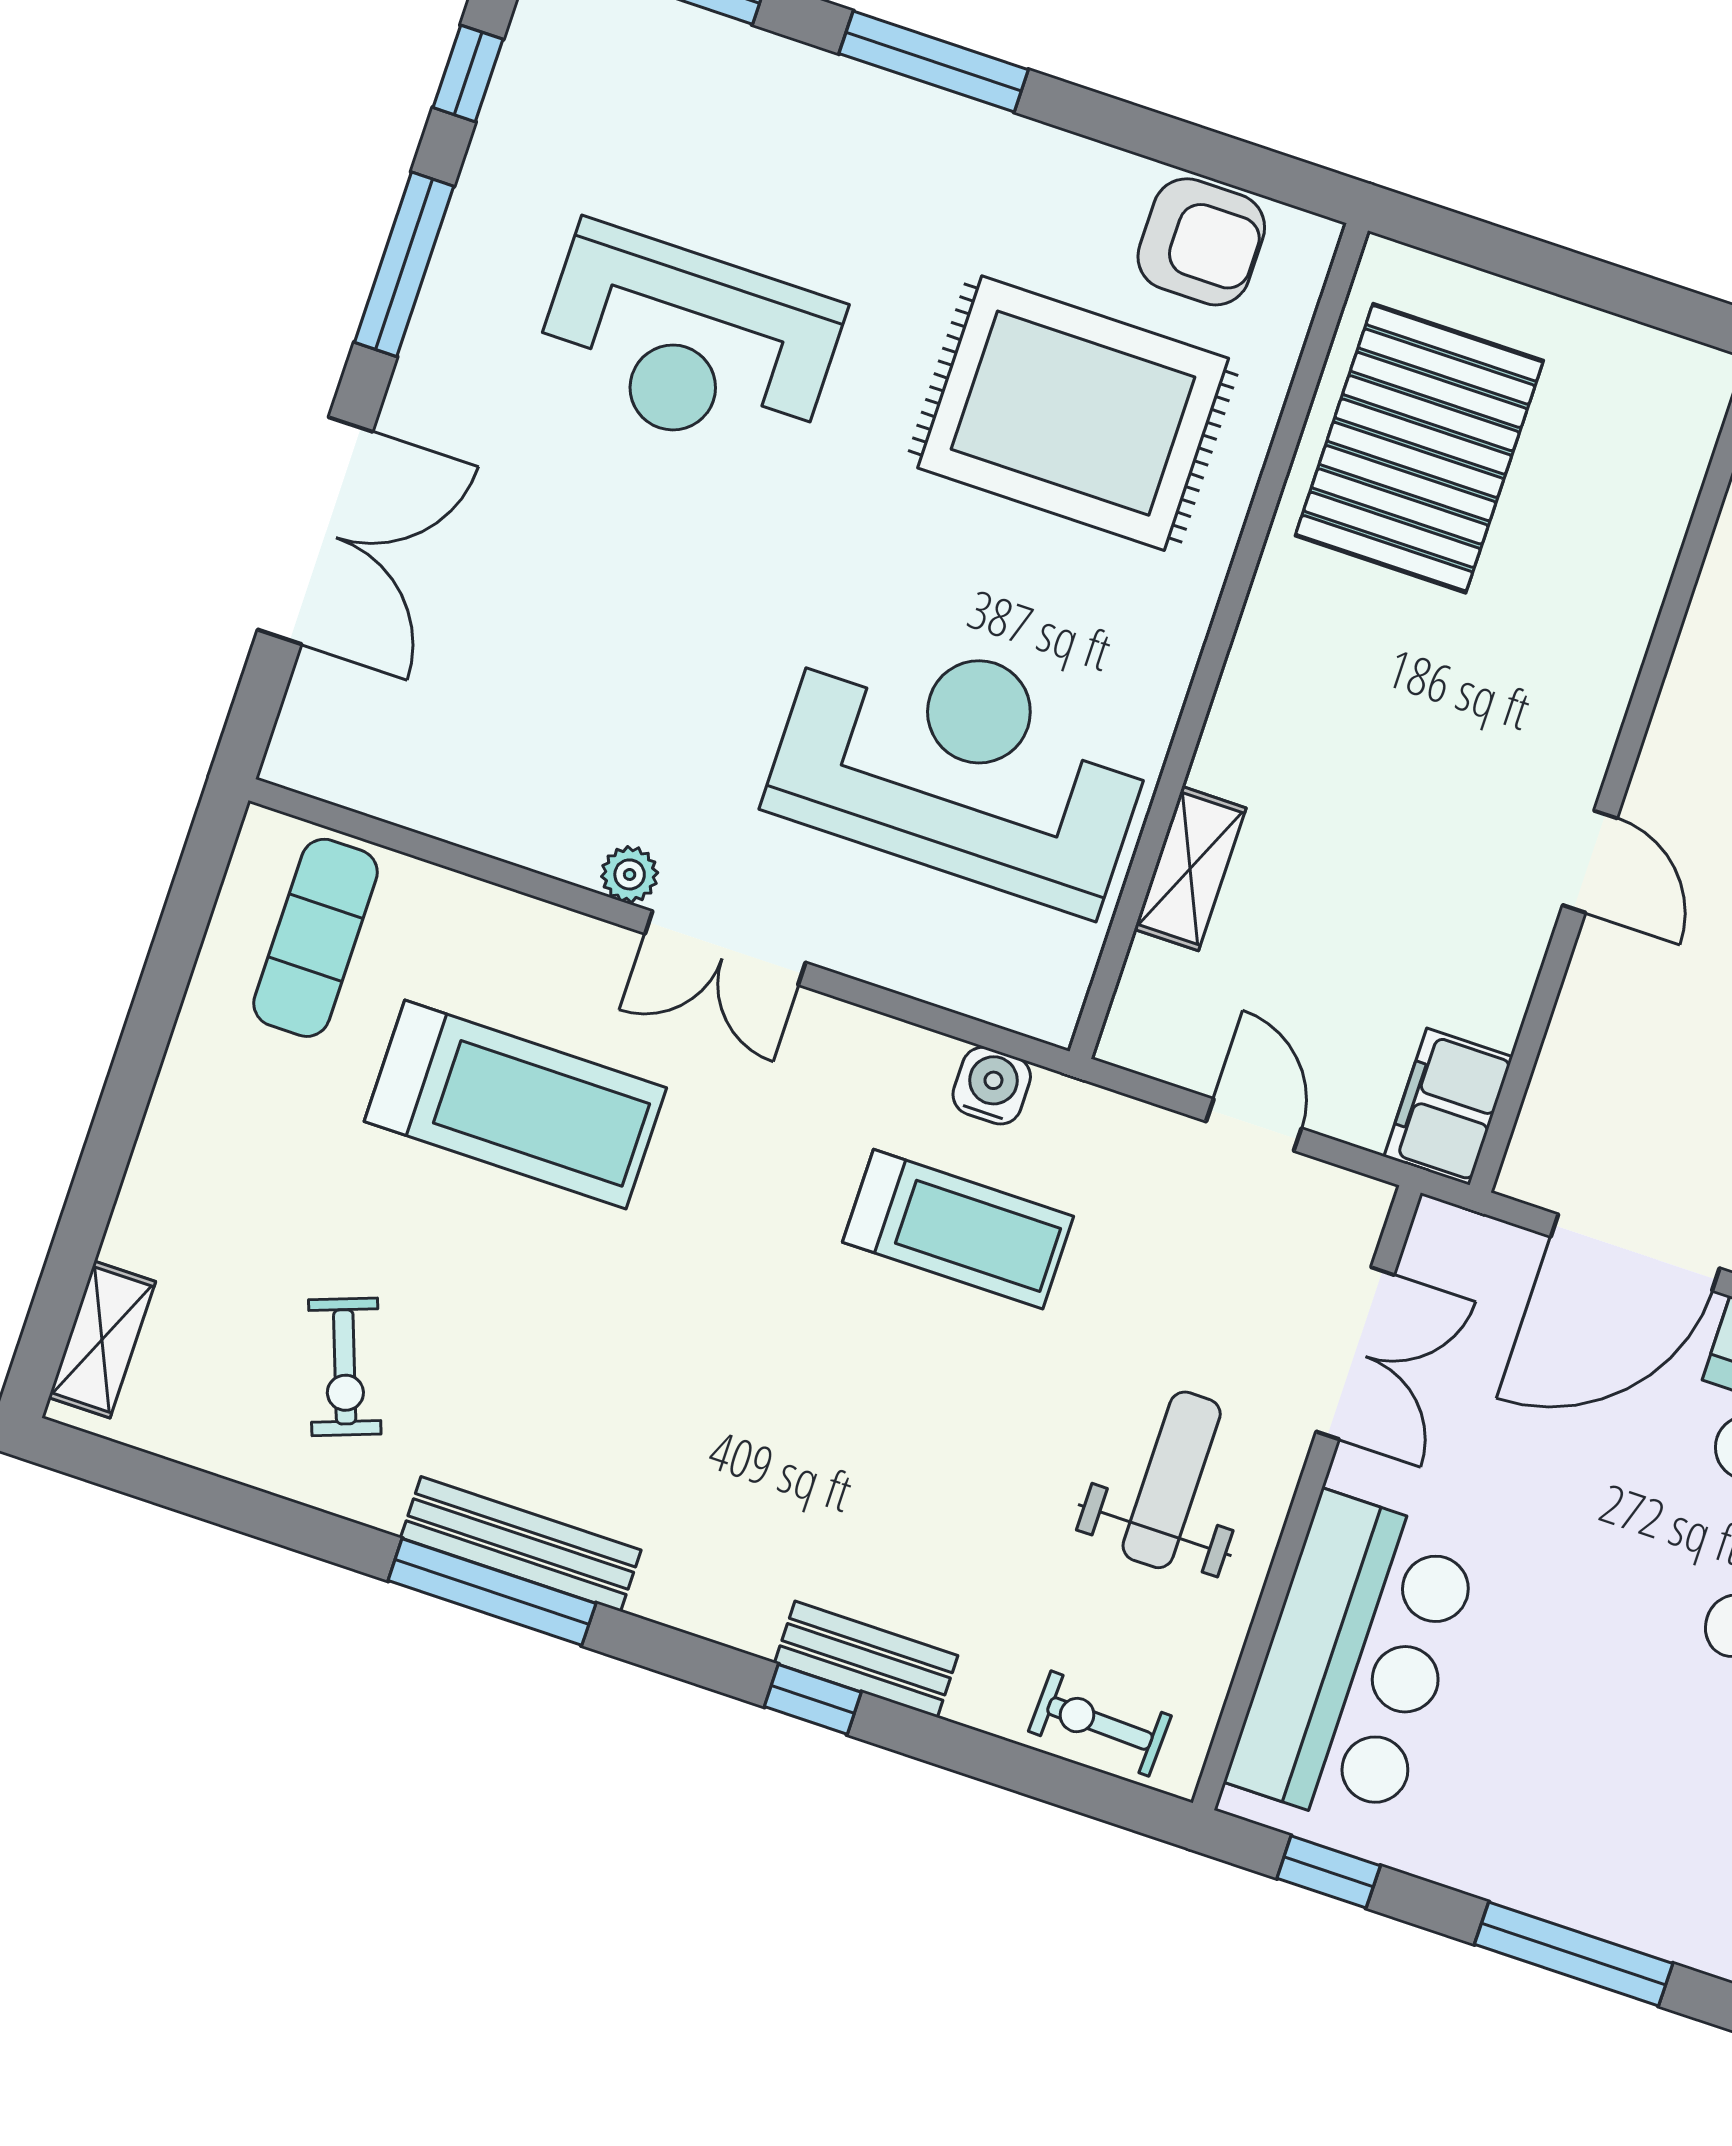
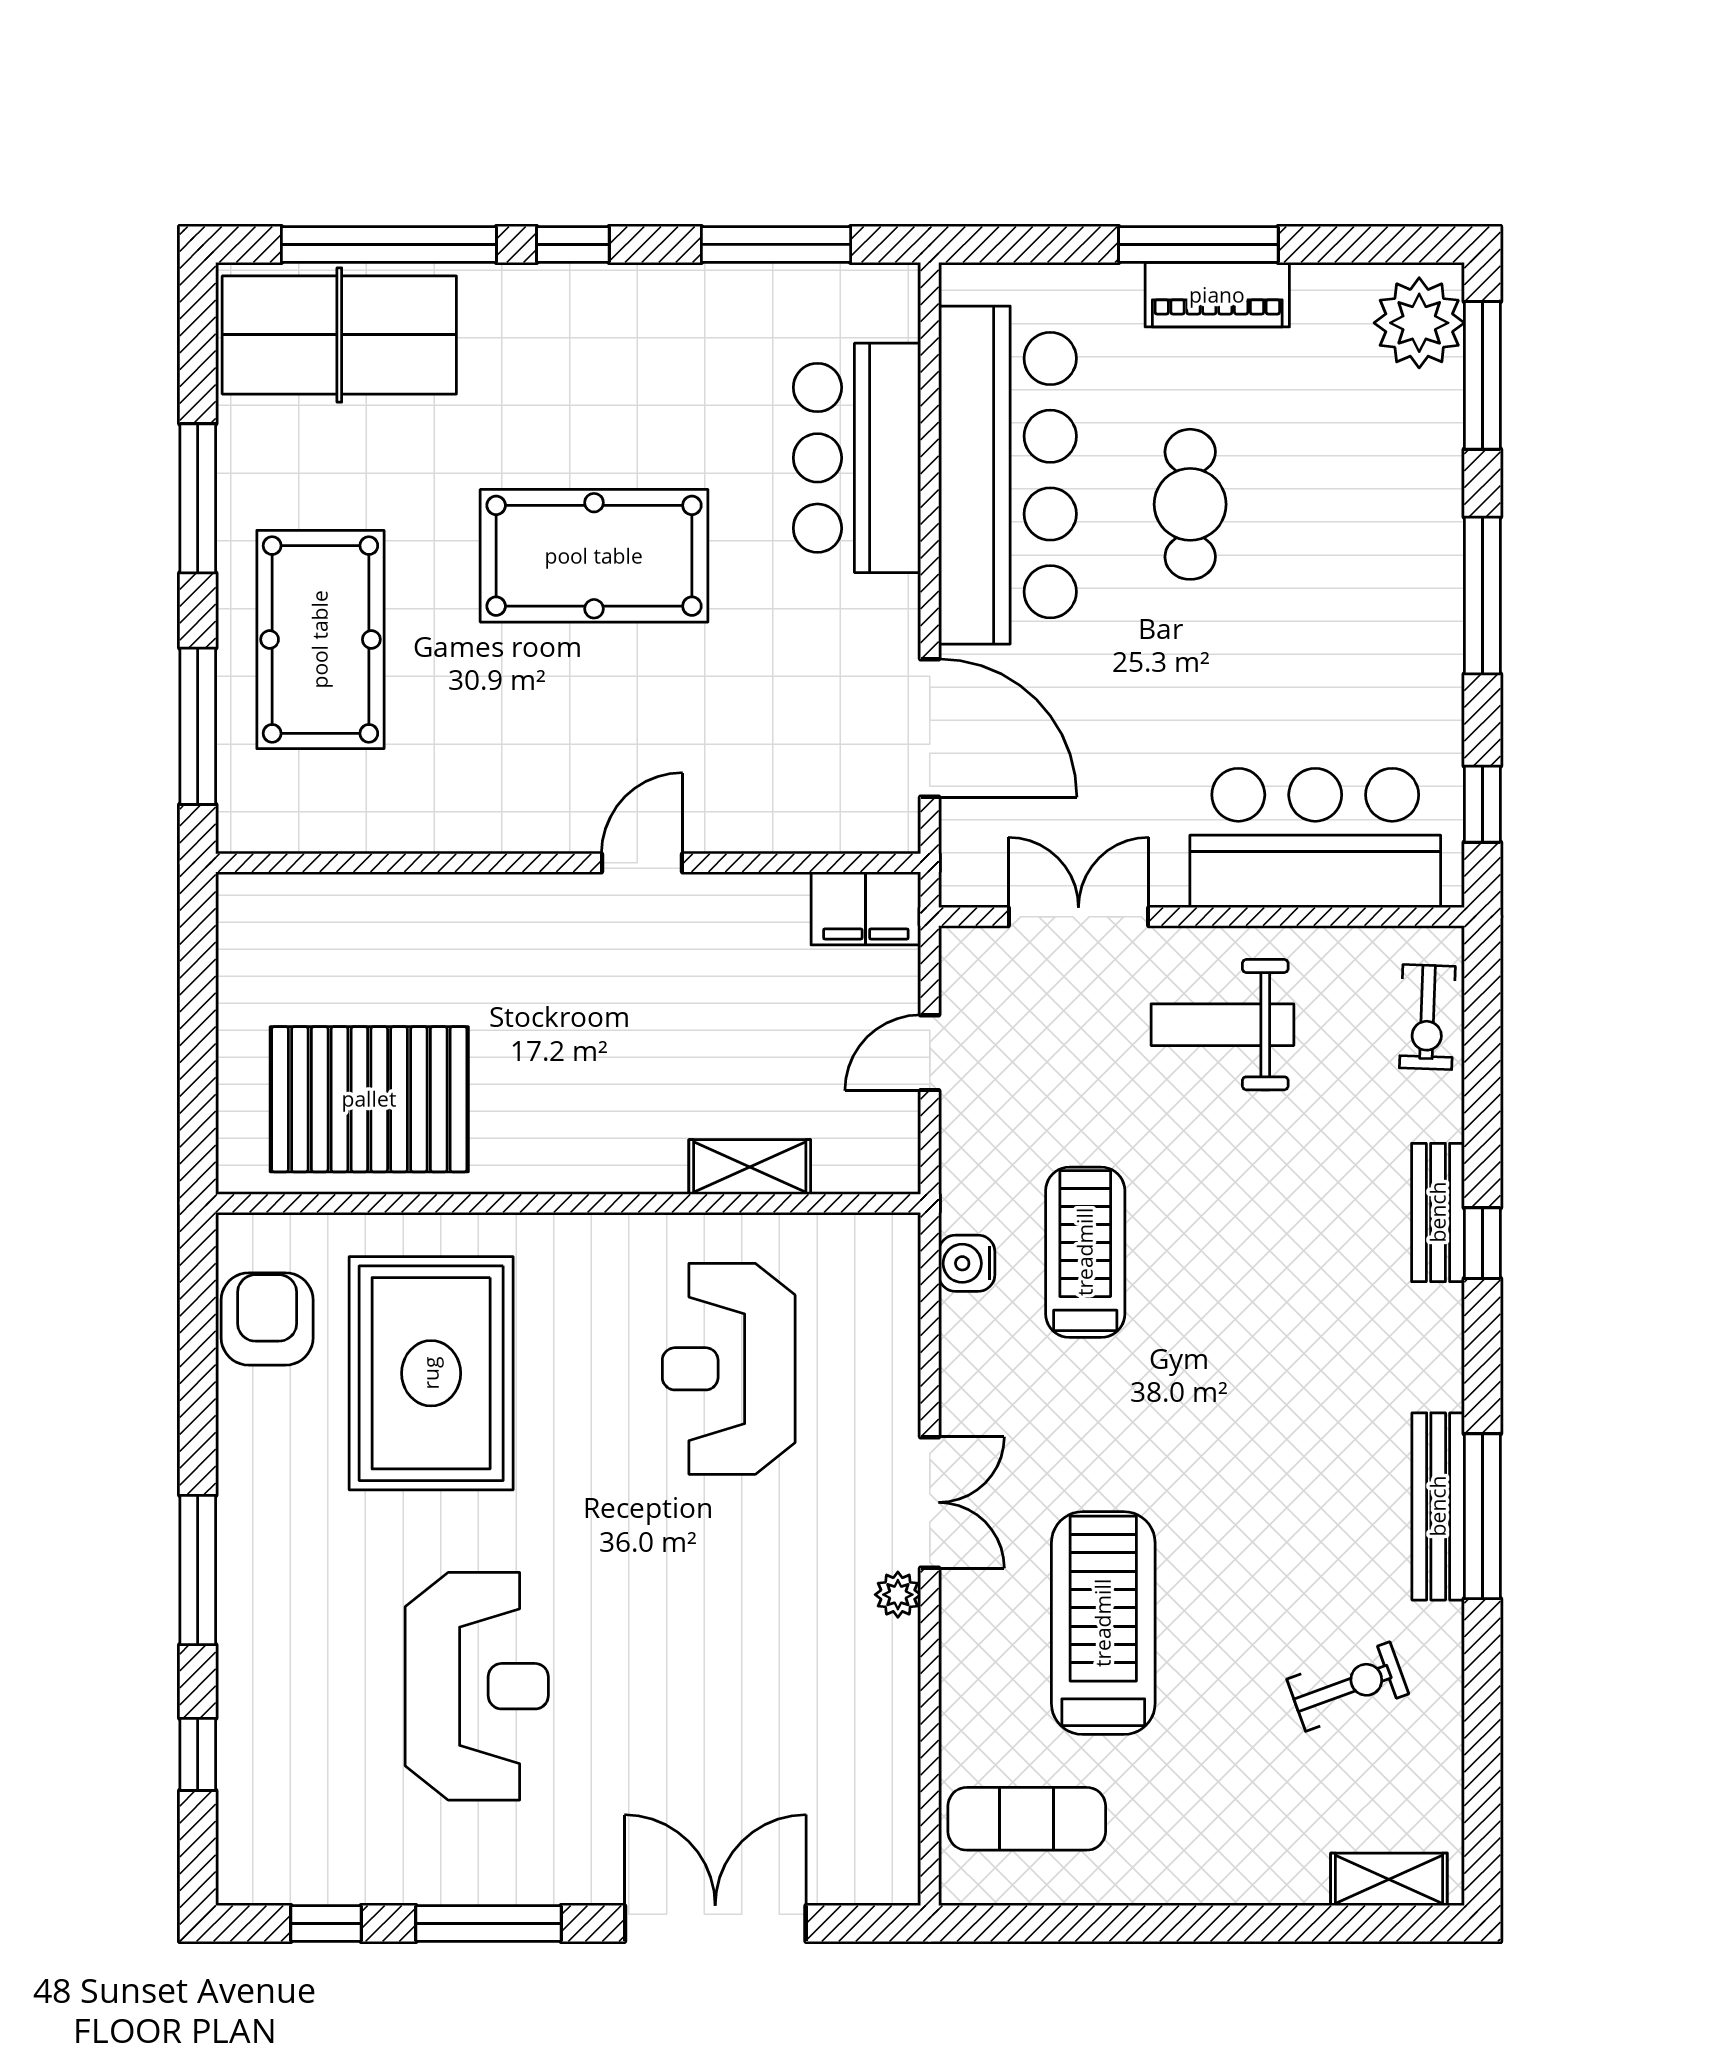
reception desk: (961, 764) -> (729, 1369), width x0.74, depth x0.77

